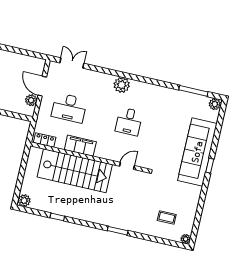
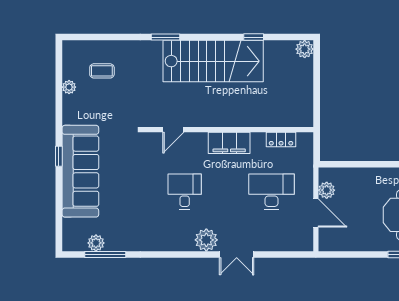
double door: (72, 63) -> (237, 254), moved
plant: (215, 104) -> (96, 243), moved
locker: (45, 140) -> (281, 139), moved
filing cabinet: (80, 146) -> (229, 143), moved
stairs: (75, 171) -> (213, 61), moved, turned 180
plant: (186, 239) -> (69, 87), moved

